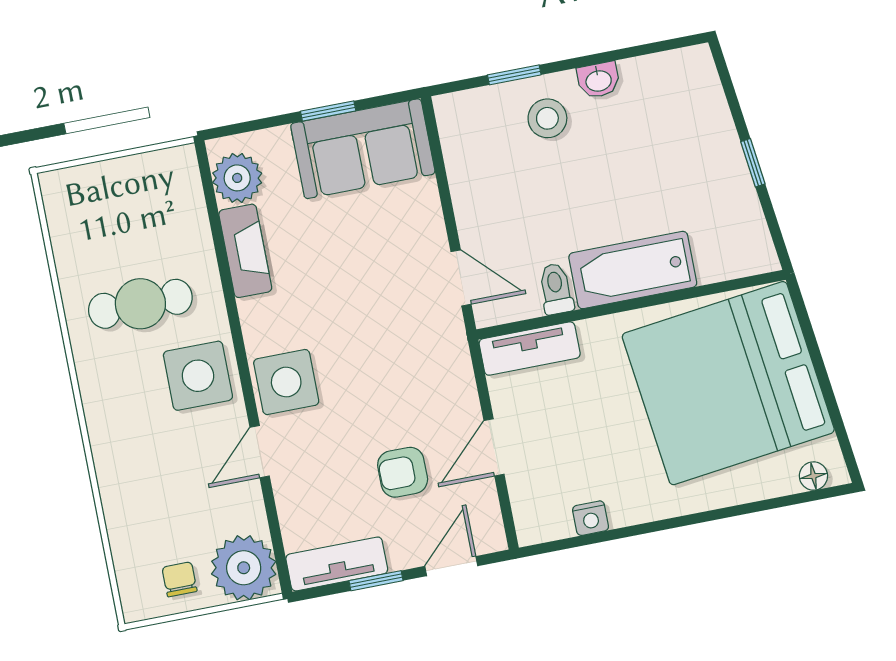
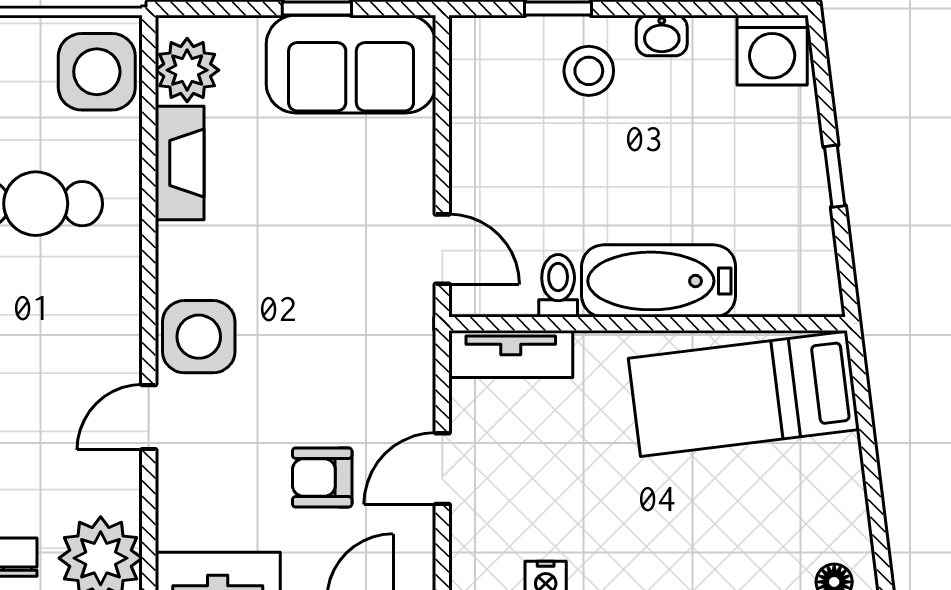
washing machine: (686, 75) -> (772, 50), added
side table: (198, 376) -> (97, 72), moved
bed: (728, 383) -> (744, 394), width x0.49

